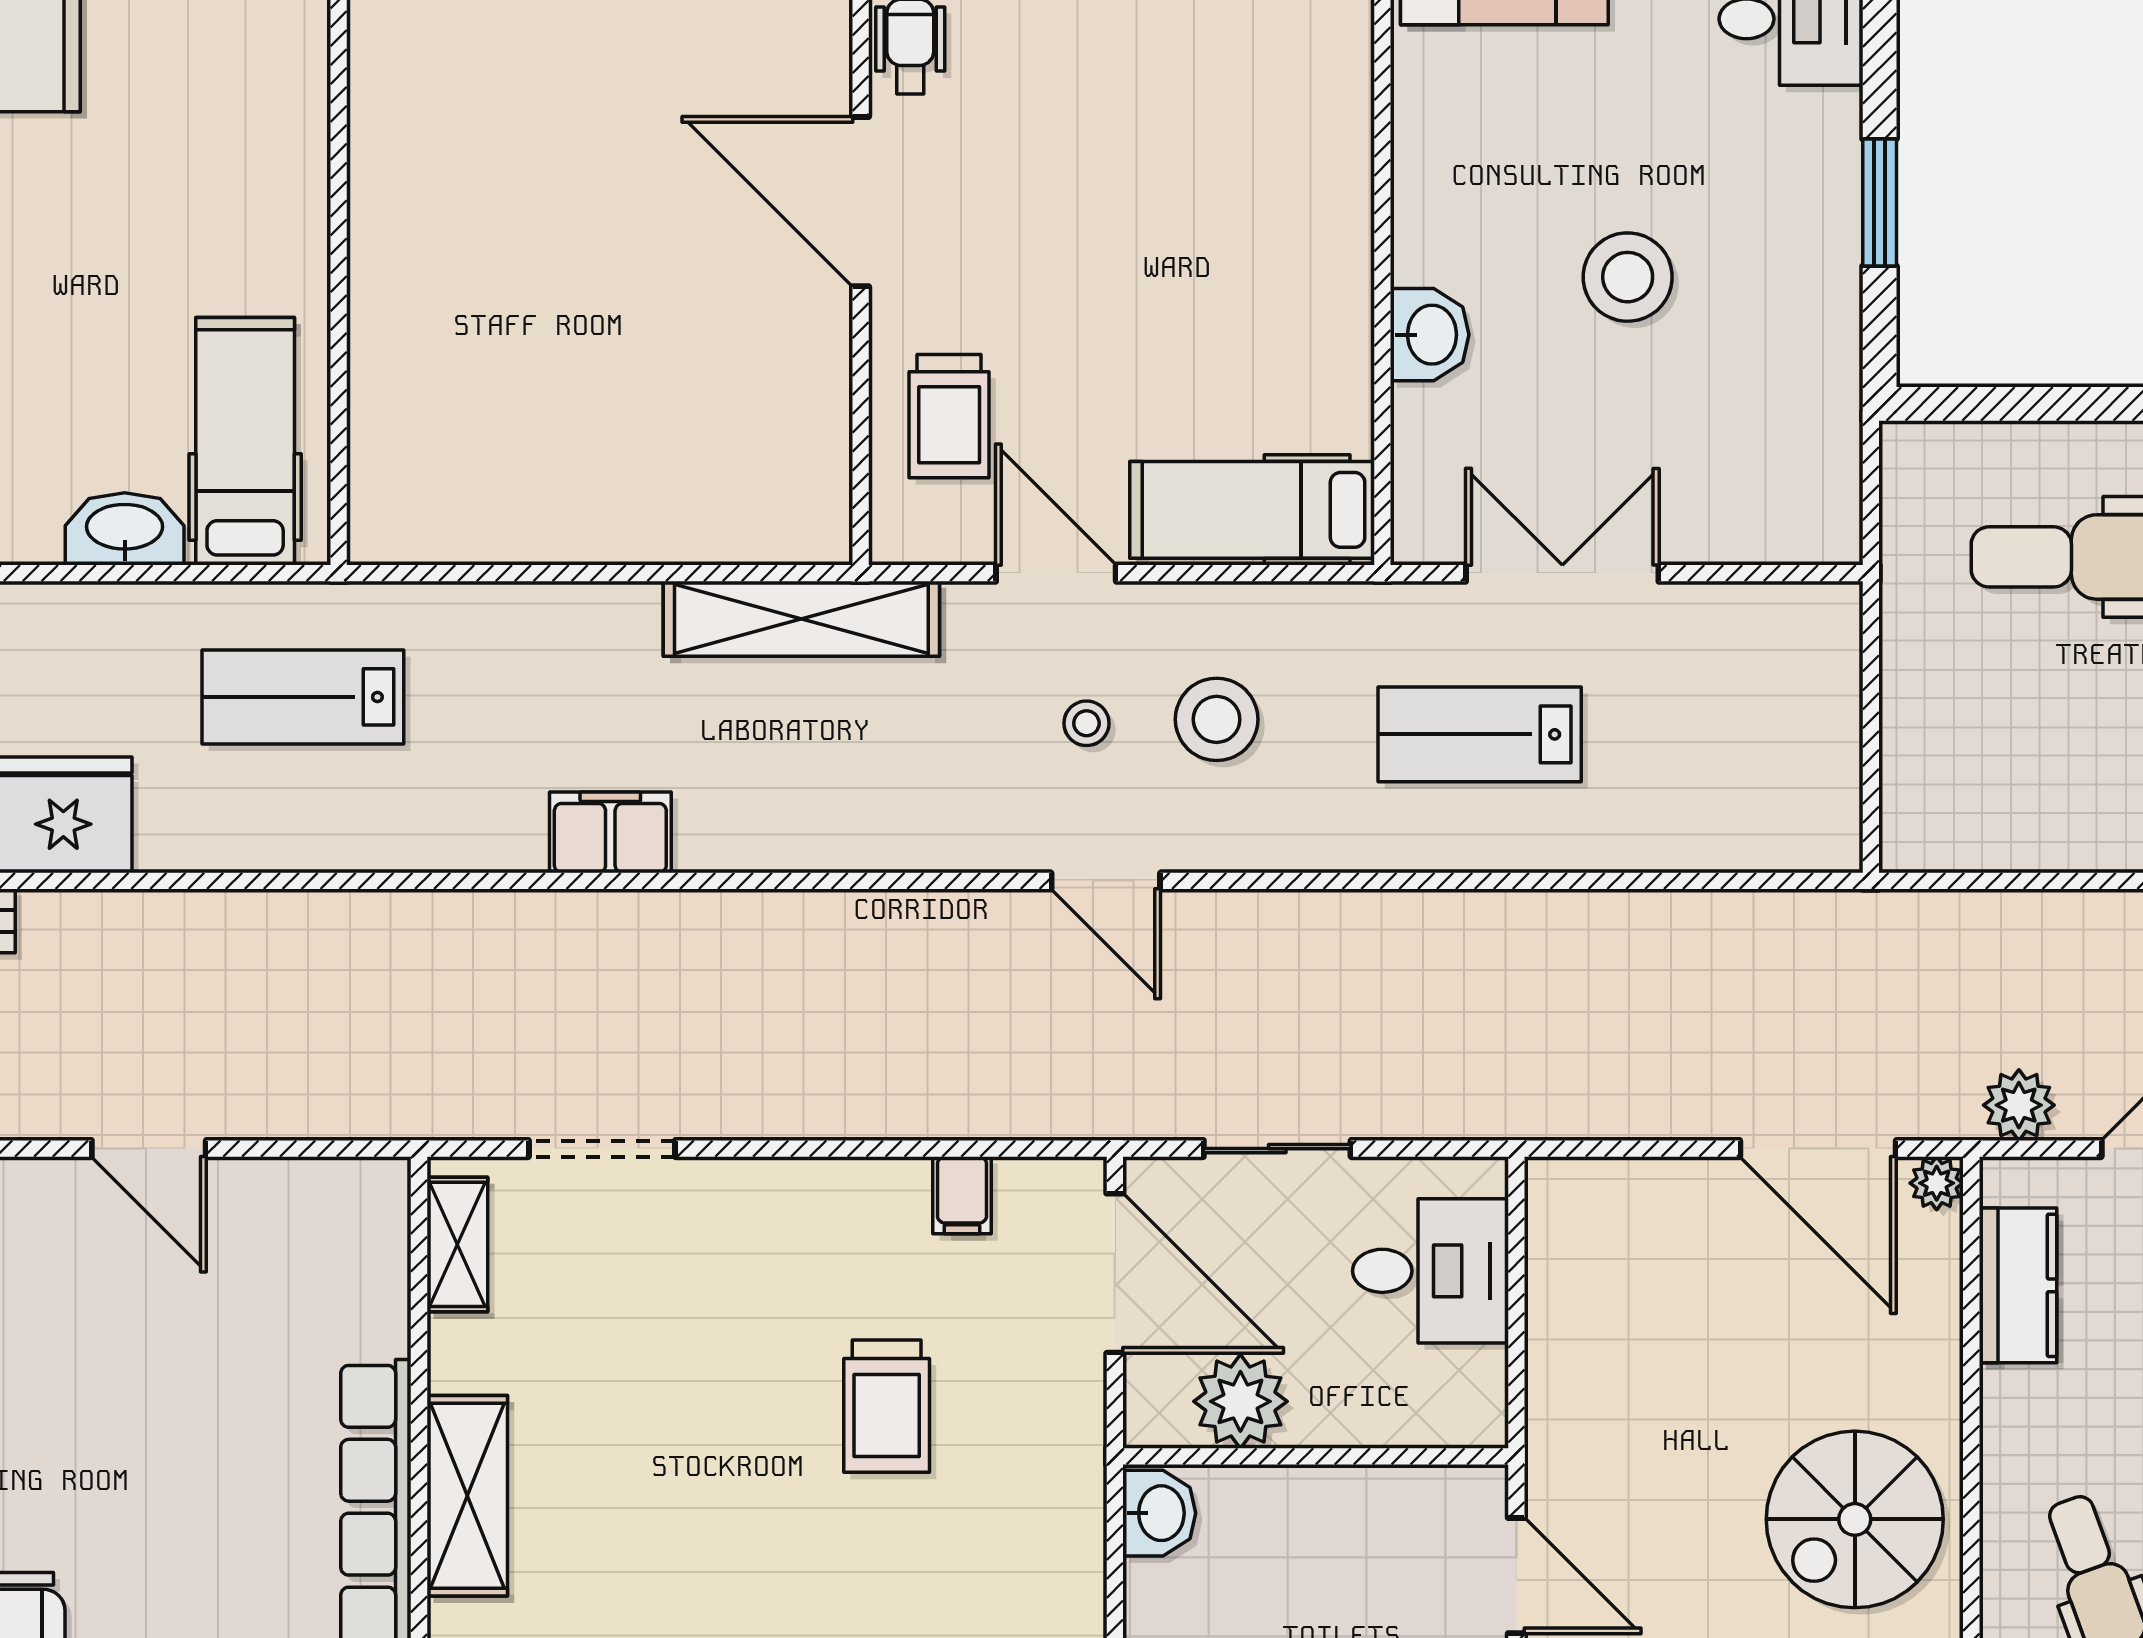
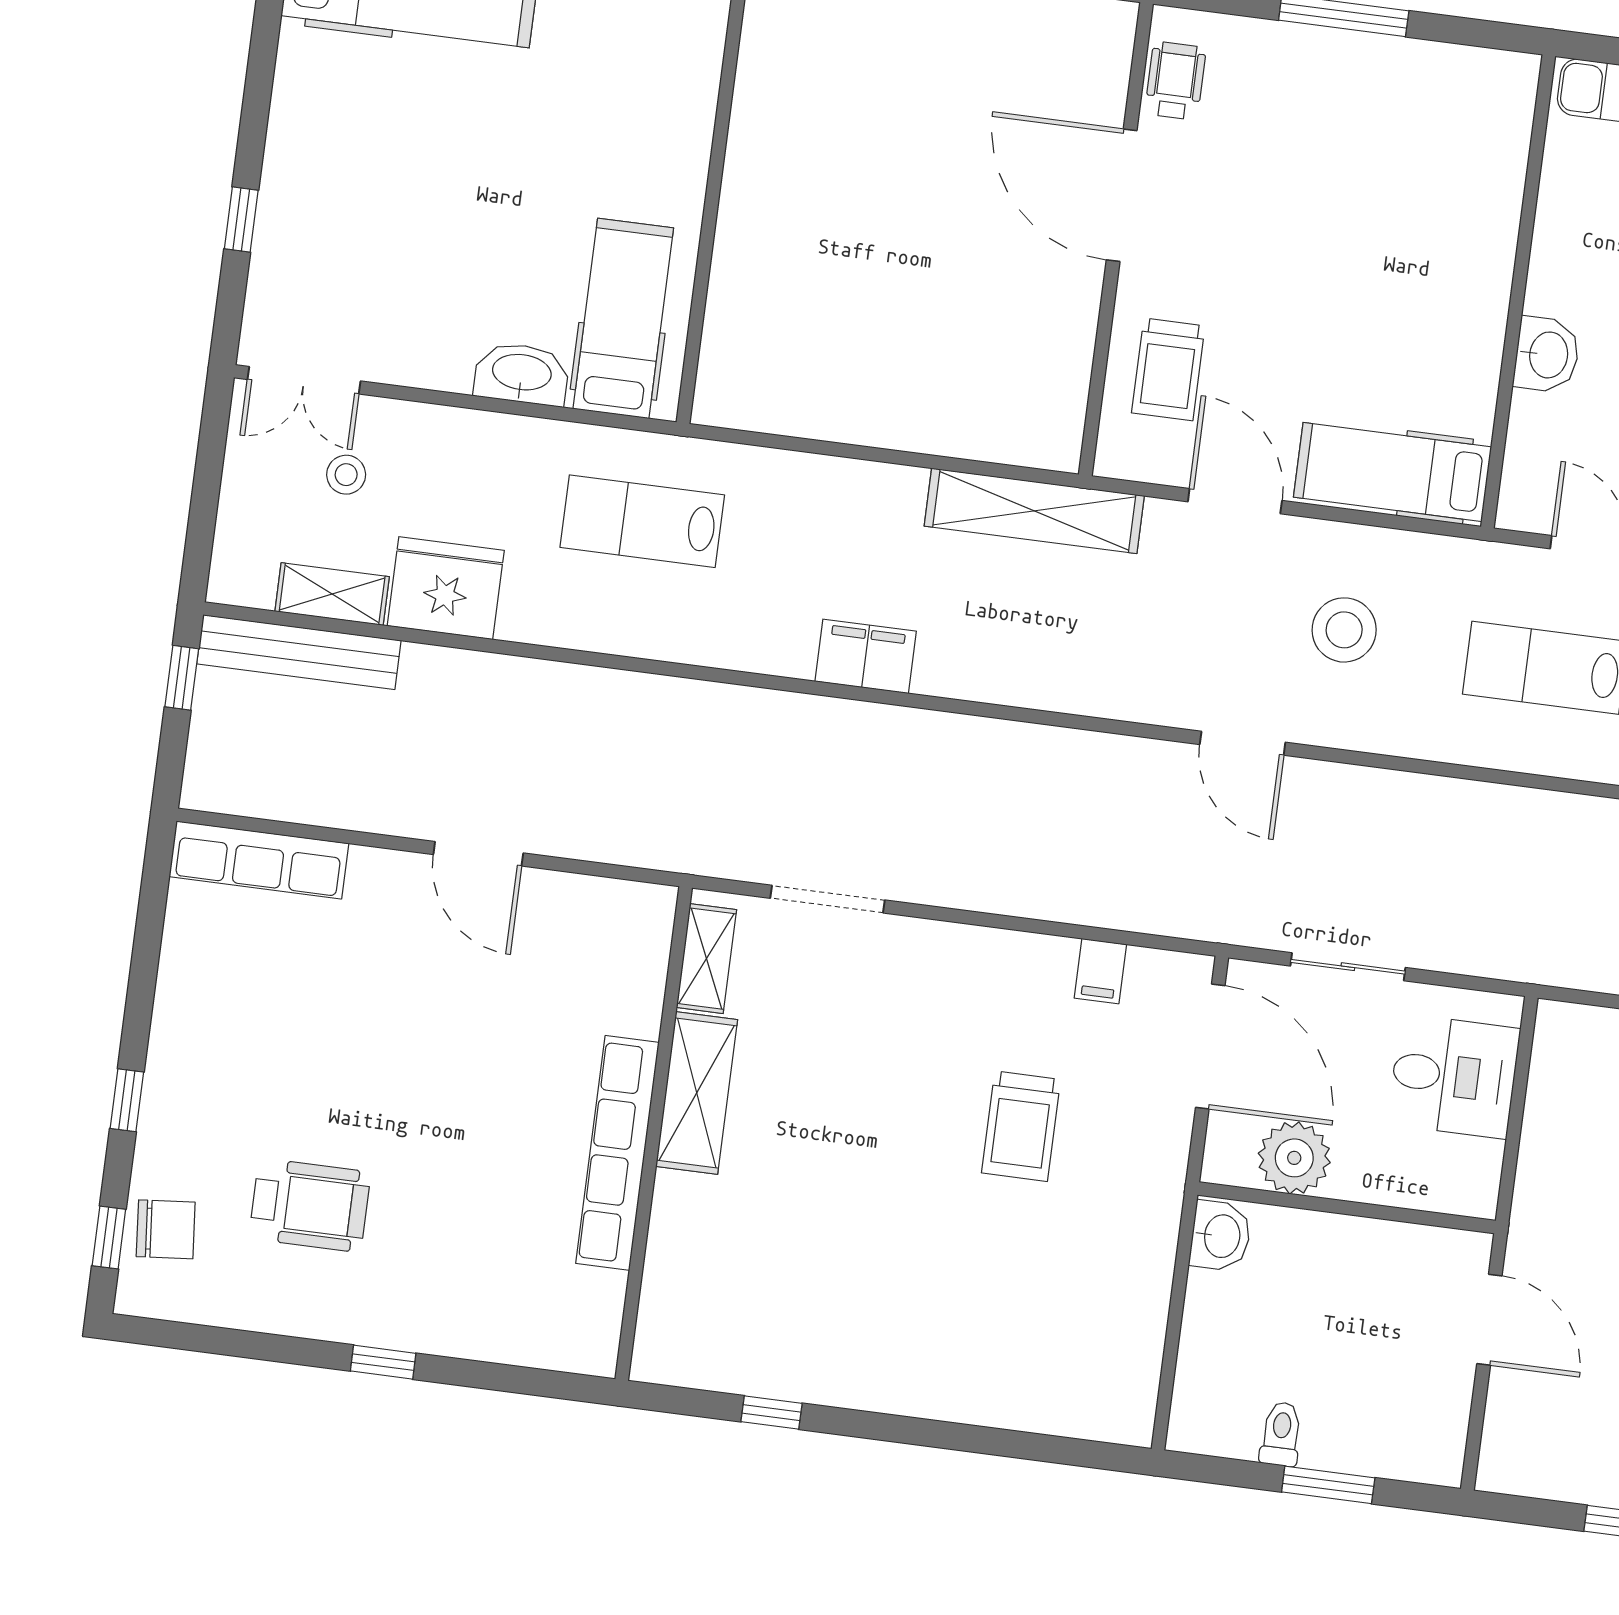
stool: (1086, 723) -> (1243, 620), removed
shelving: (467, 1496) -> (697, 1093), moved

